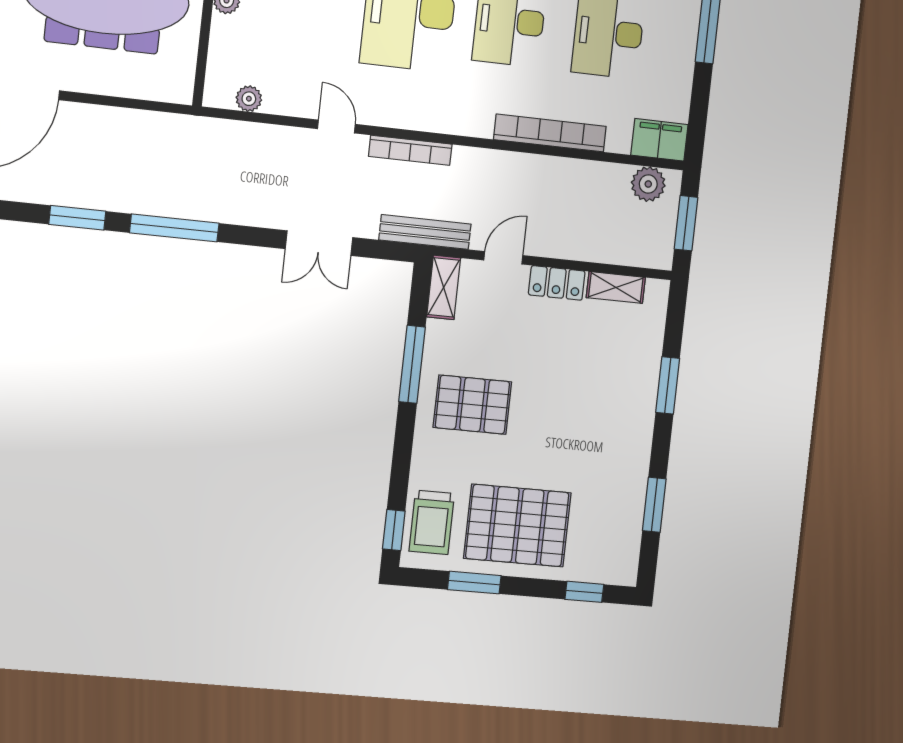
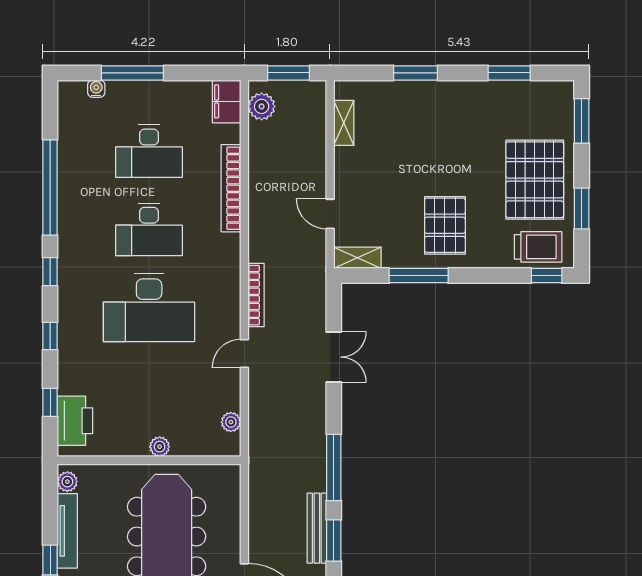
bench: (425, 232) -> (317, 528), moved
locker: (557, 283) -> (345, 170), removed
window: (584, 592) -> (582, 121), width x1.50

